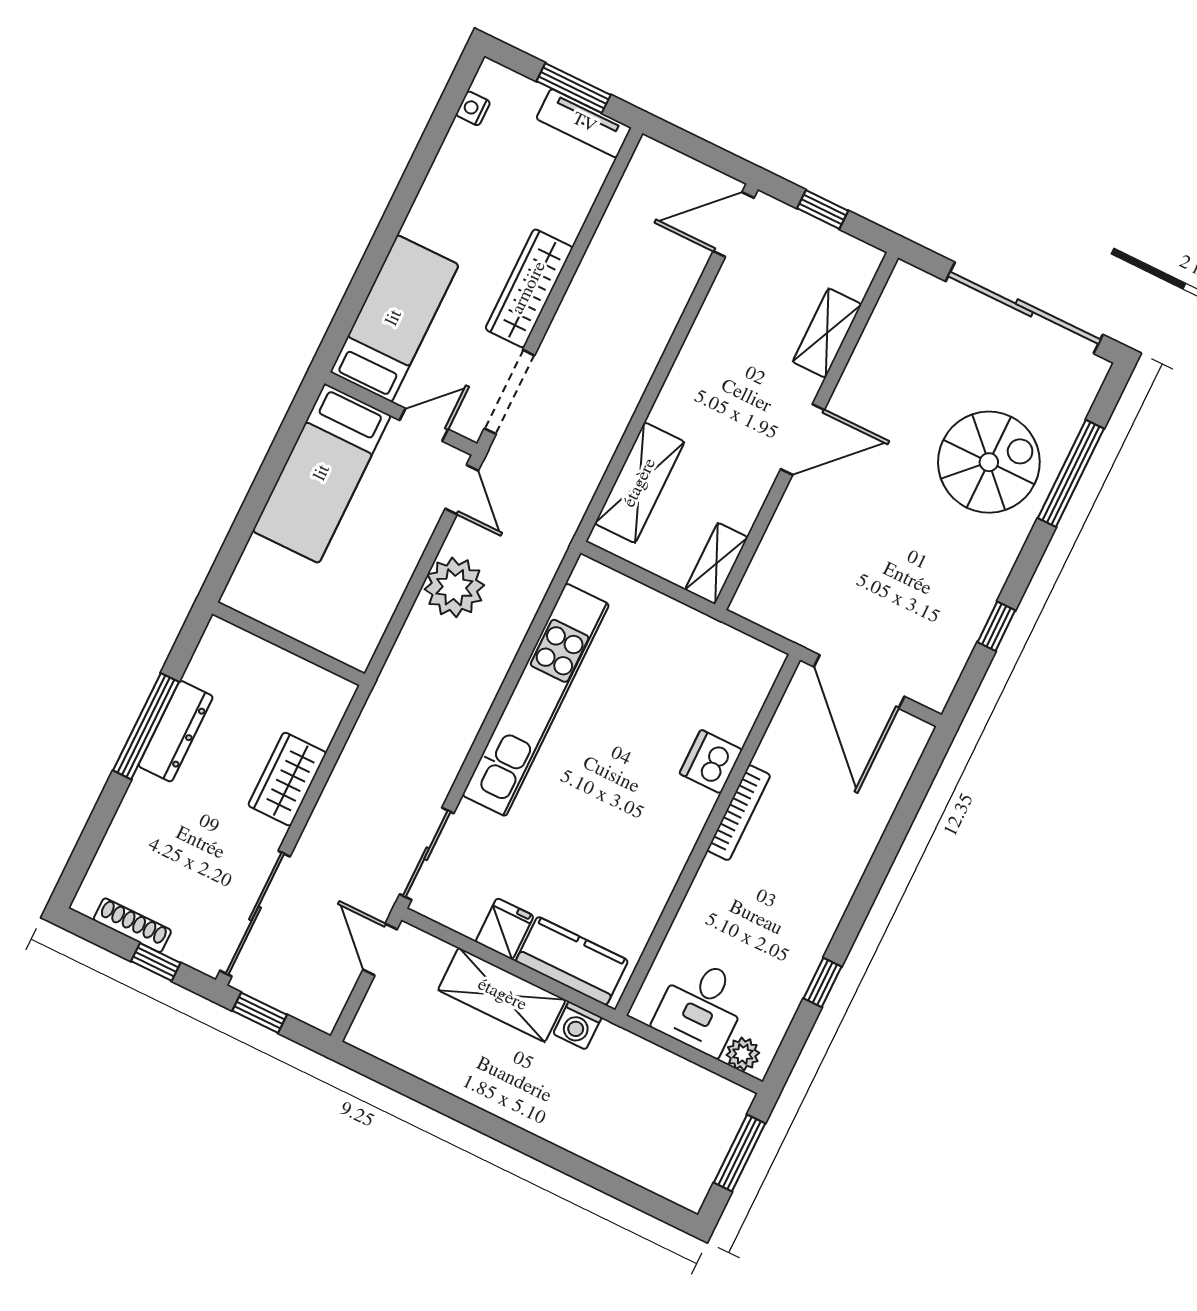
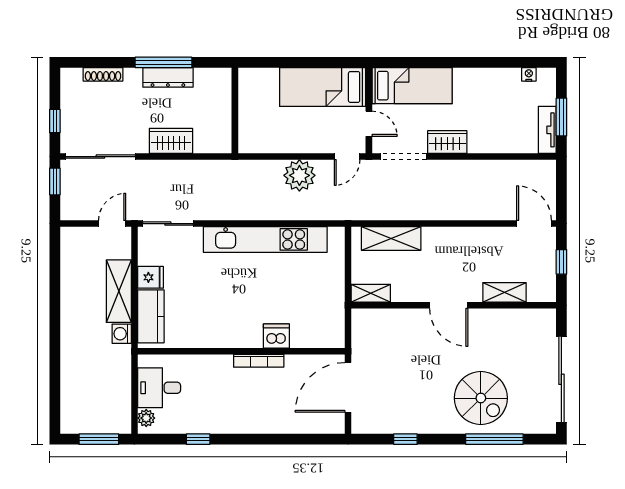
wardrobe: (529, 288) -> (447, 142), width x0.67
shoe rack: (132, 925) -> (103, 74), moved, turned 90

